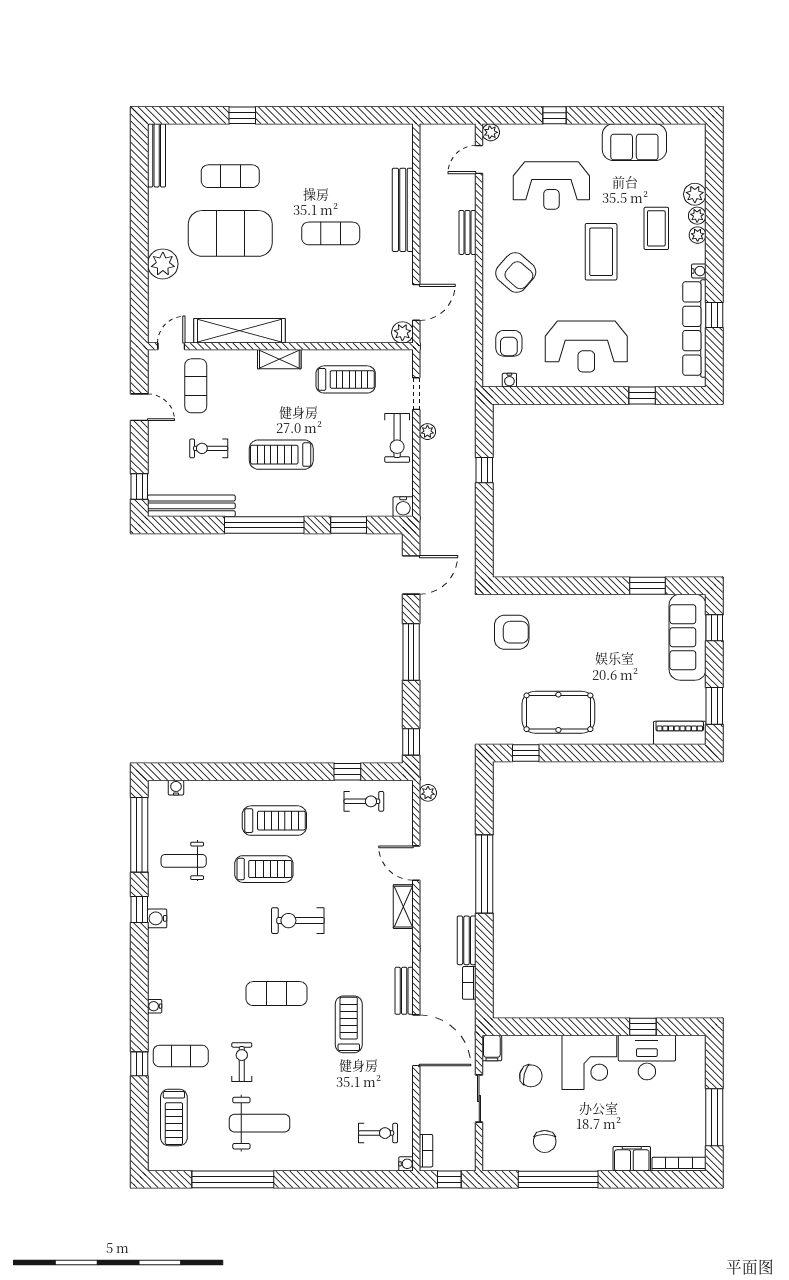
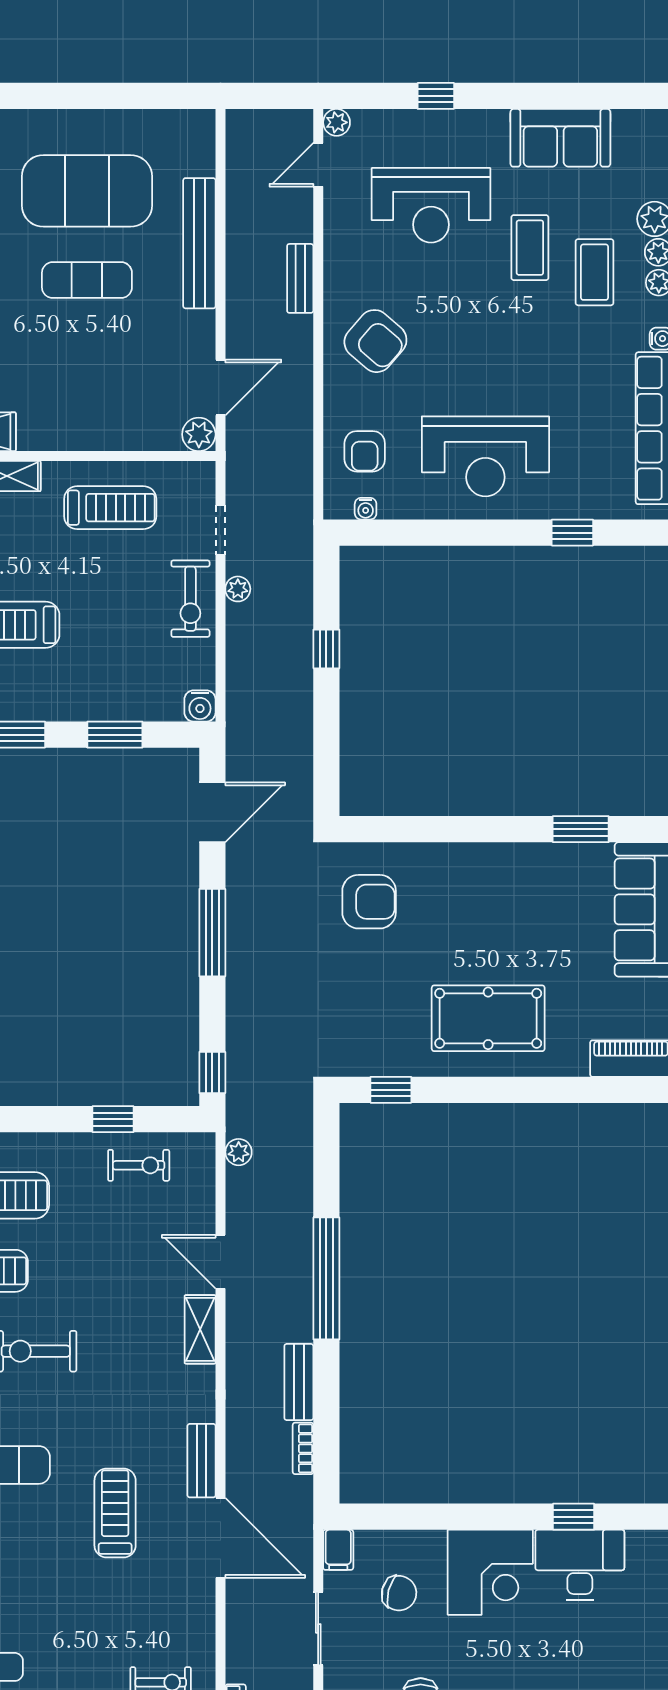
exercise mat: (331, 176) -> (87, 191), added
coffee table: (601, 252) -> (530, 248), moved, width x0.73, depth x0.76
pool table: (558, 712) -> (488, 1018), moved

